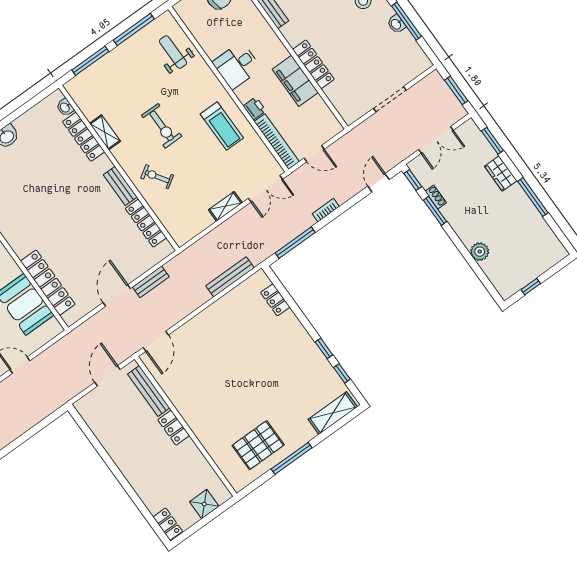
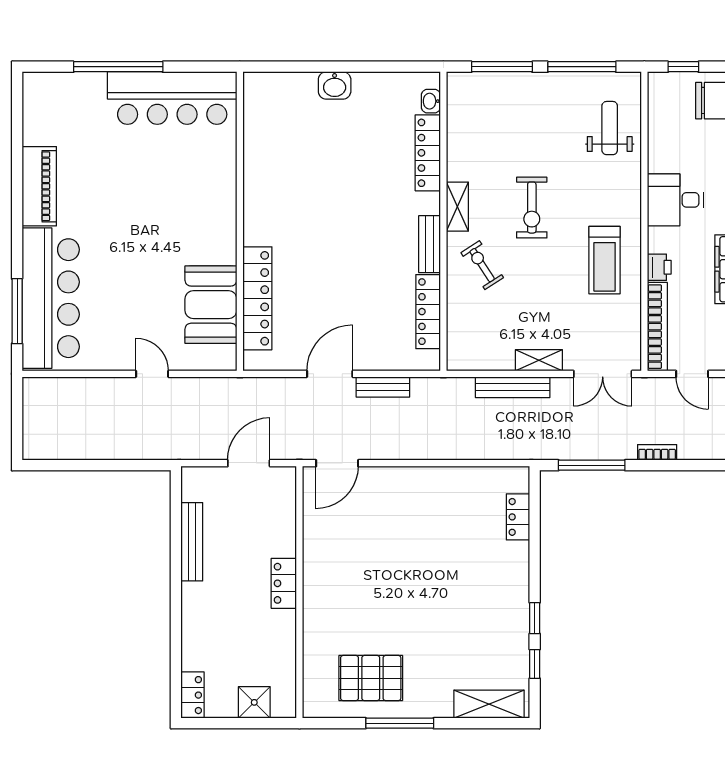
shelving: (105, 132) -> (457, 207), moved
bench: (230, 277) -> (513, 387), moved
bench: (149, 391) -> (192, 542), moved

